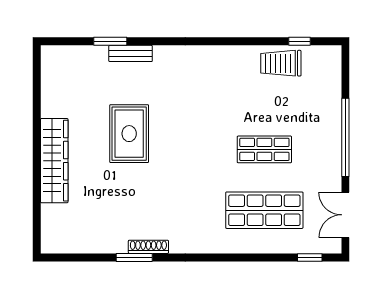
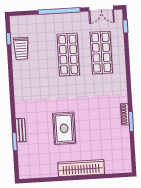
rug: (129, 134) -> (64, 128), turned 90
shop shelf: (264, 149) -> (68, 55), width x1.43, depth x1.36

